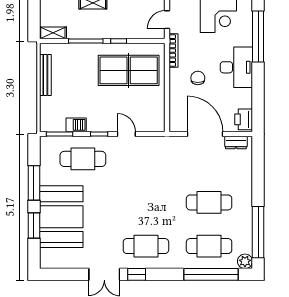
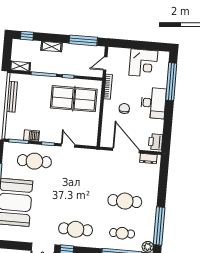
cafe table: (209, 246) -> (122, 233), width x0.73, depth x0.74

